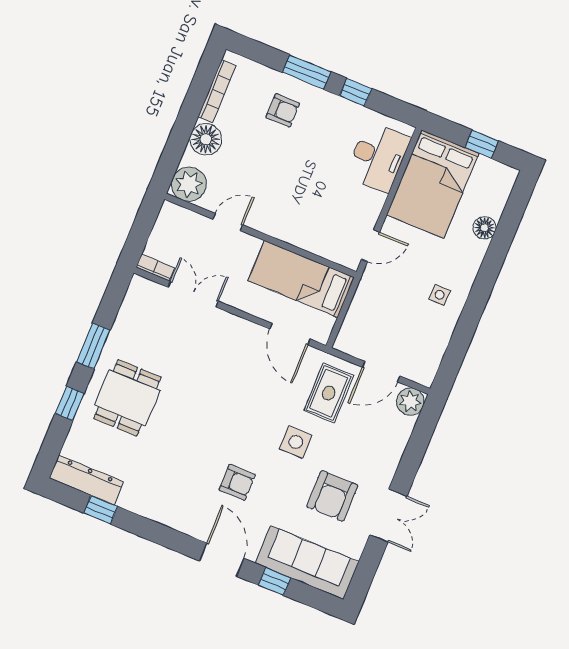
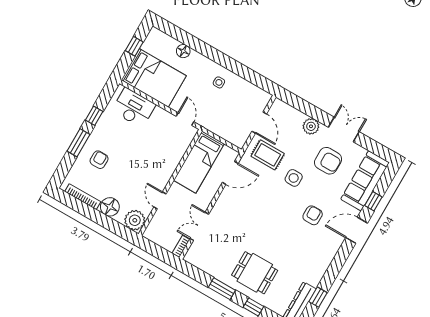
plant: (410, 402) -> (311, 126), moved

